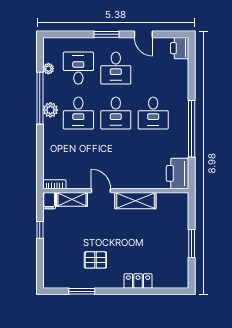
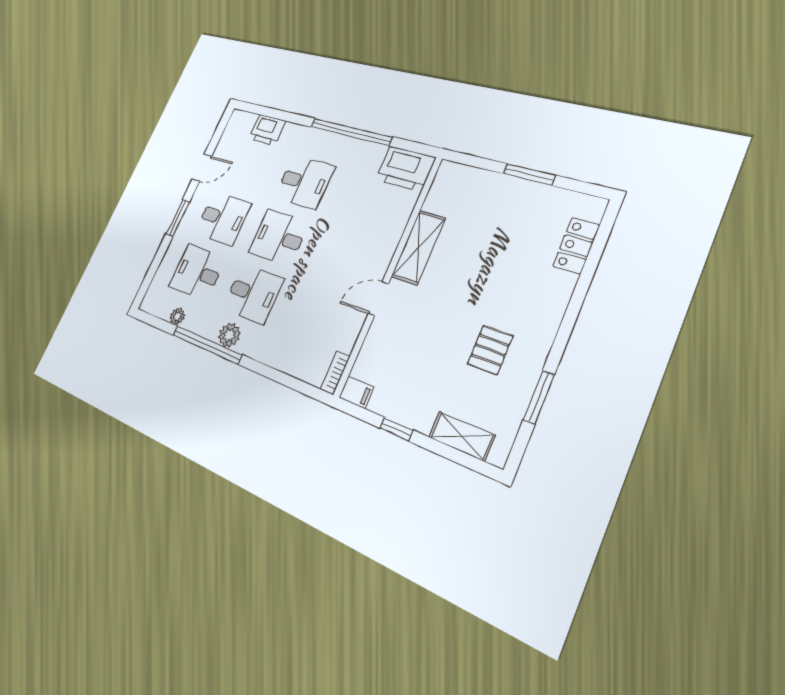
printer: (180, 48) -> (267, 130), moved
desk: (116, 113) -> (279, 237), turned 180
shelving: (72, 199) -> (462, 436), moved, turned 90
locker: (138, 281) -> (576, 246), moved

